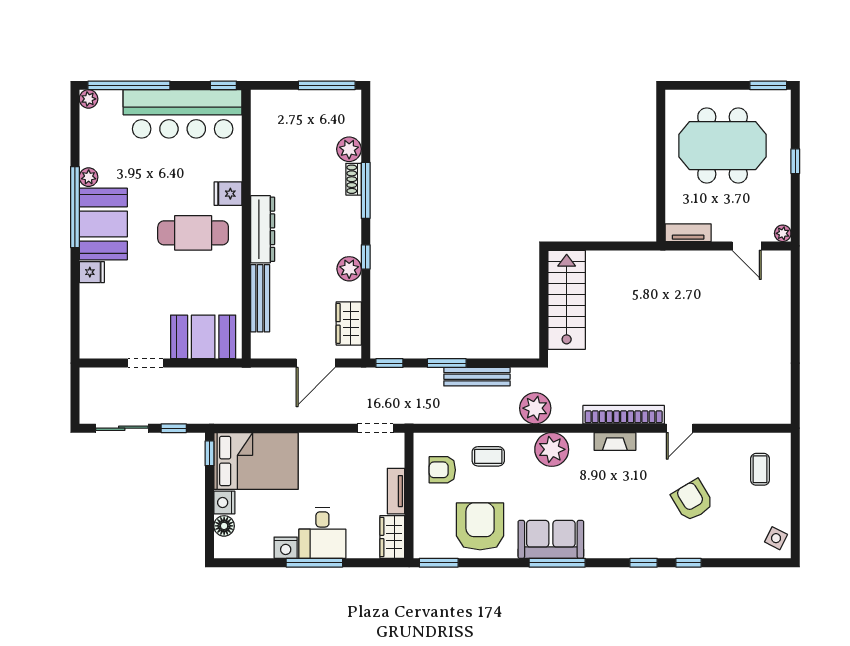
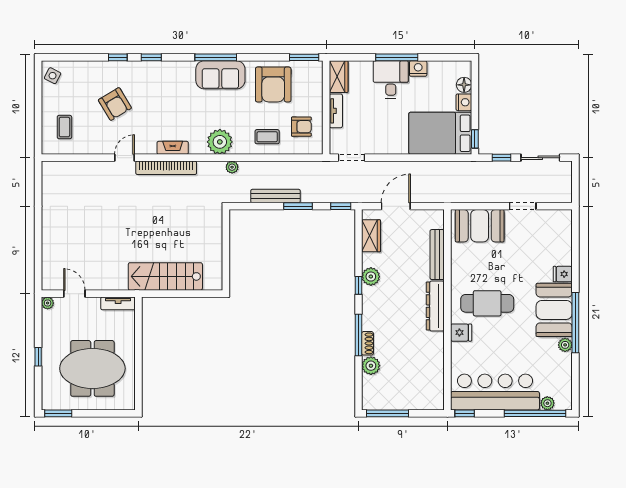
plant: (89, 99) -> (547, 403), moved
stairs: (567, 300) -> (165, 276), moved, turned 90
plant: (535, 408) -> (232, 167), width x0.53, depth x0.53

